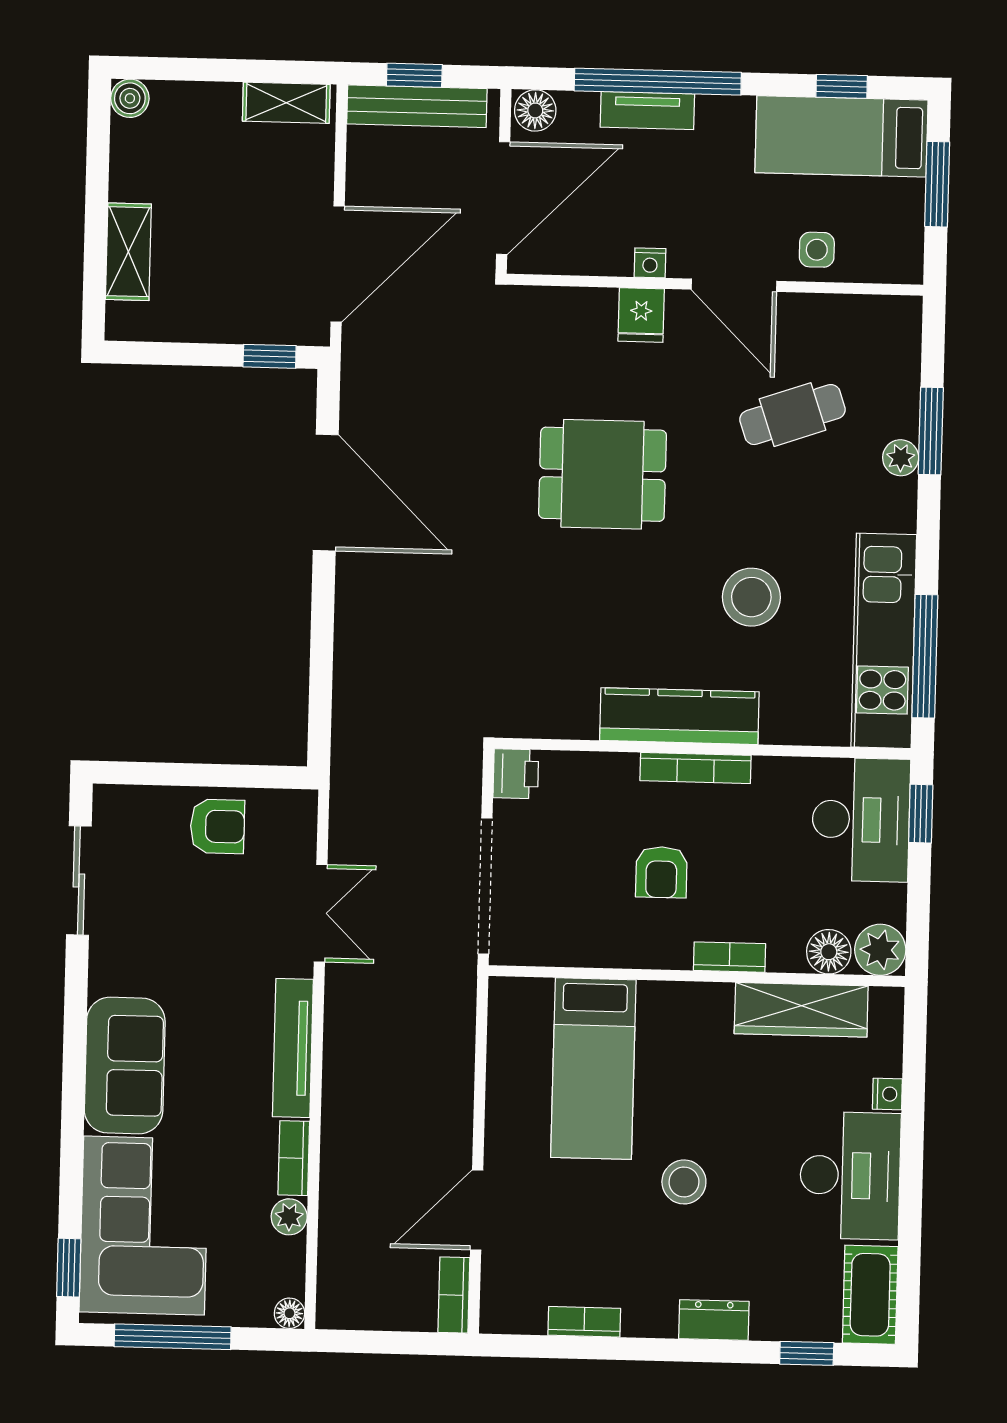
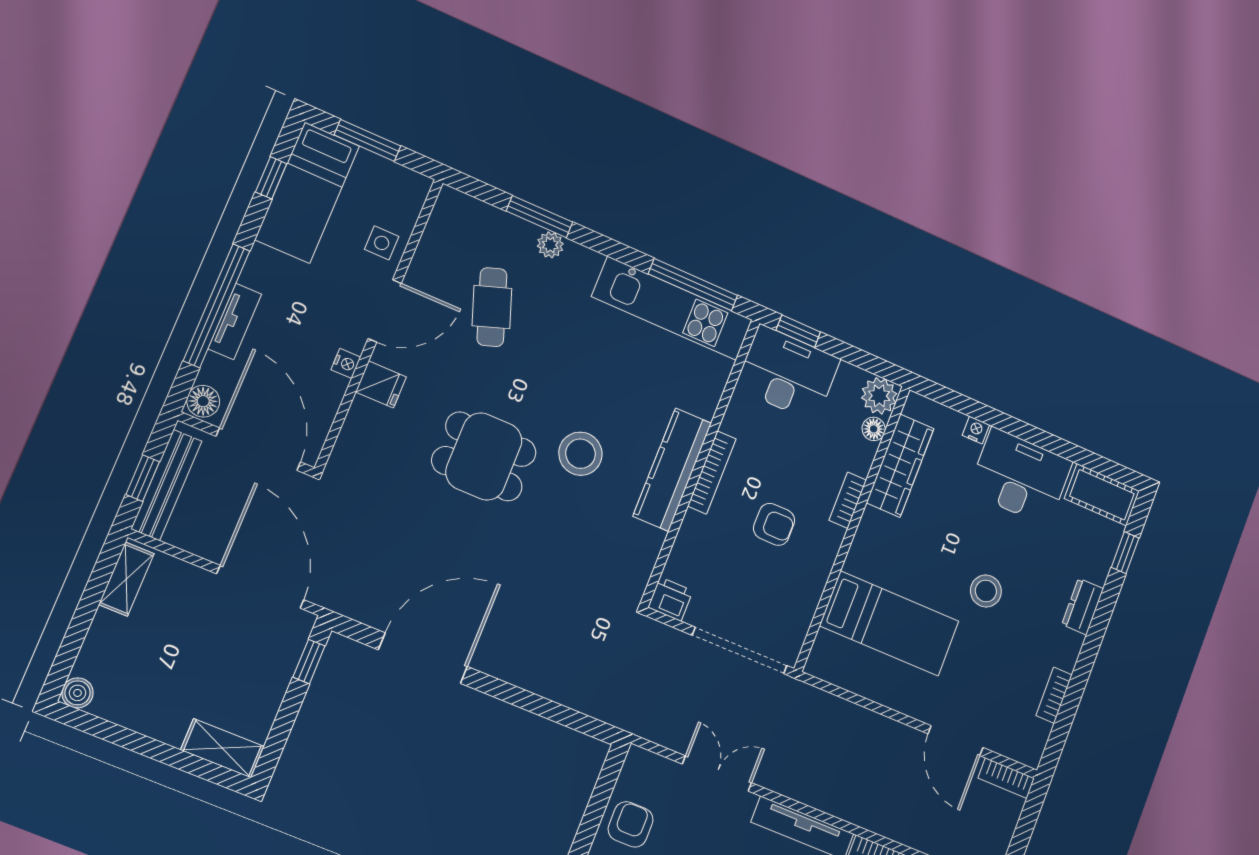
shelving: (128, 252) -> (222, 748), moved
dining table: (602, 474) -> (484, 456), turned 90
stool: (751, 597) -> (580, 454), moved
floor lamp: (829, 952) -> (874, 429), width x0.73, depth x0.73

